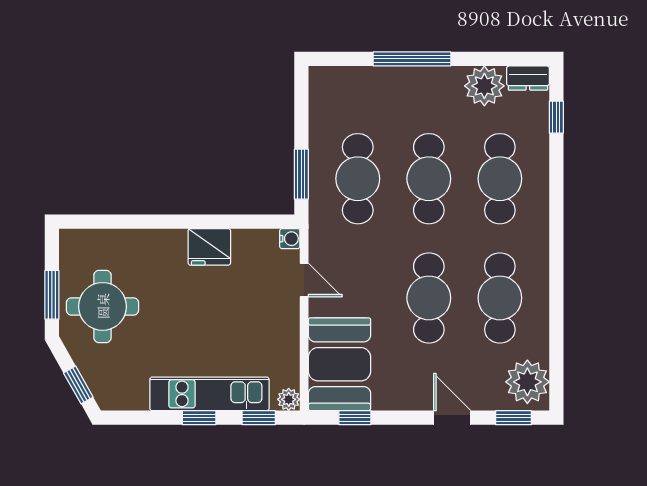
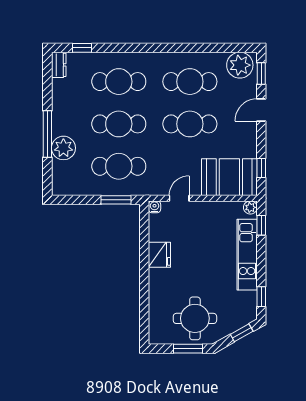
plant: (484, 86) -> (63, 148), moved
window: (199, 418) -> (261, 297), moved

